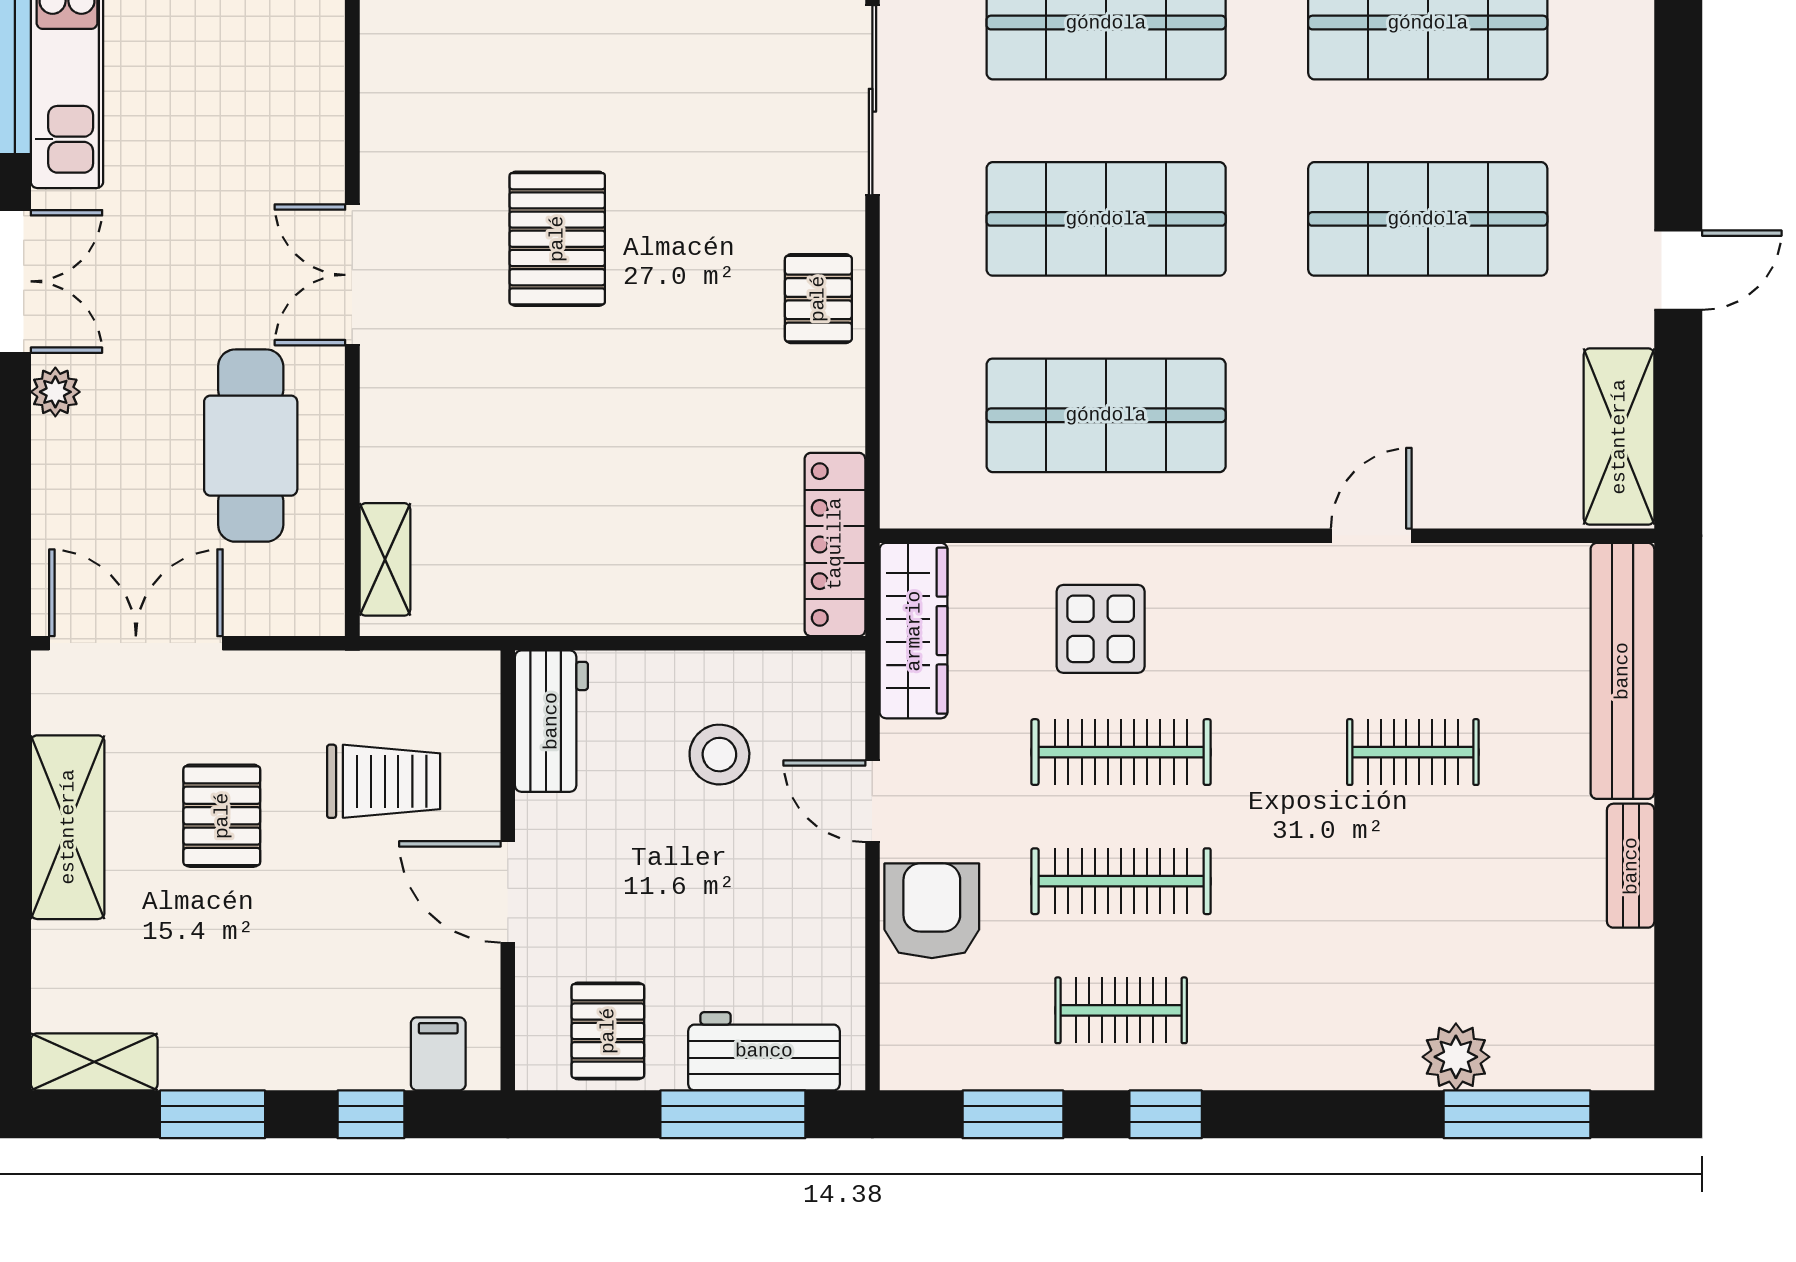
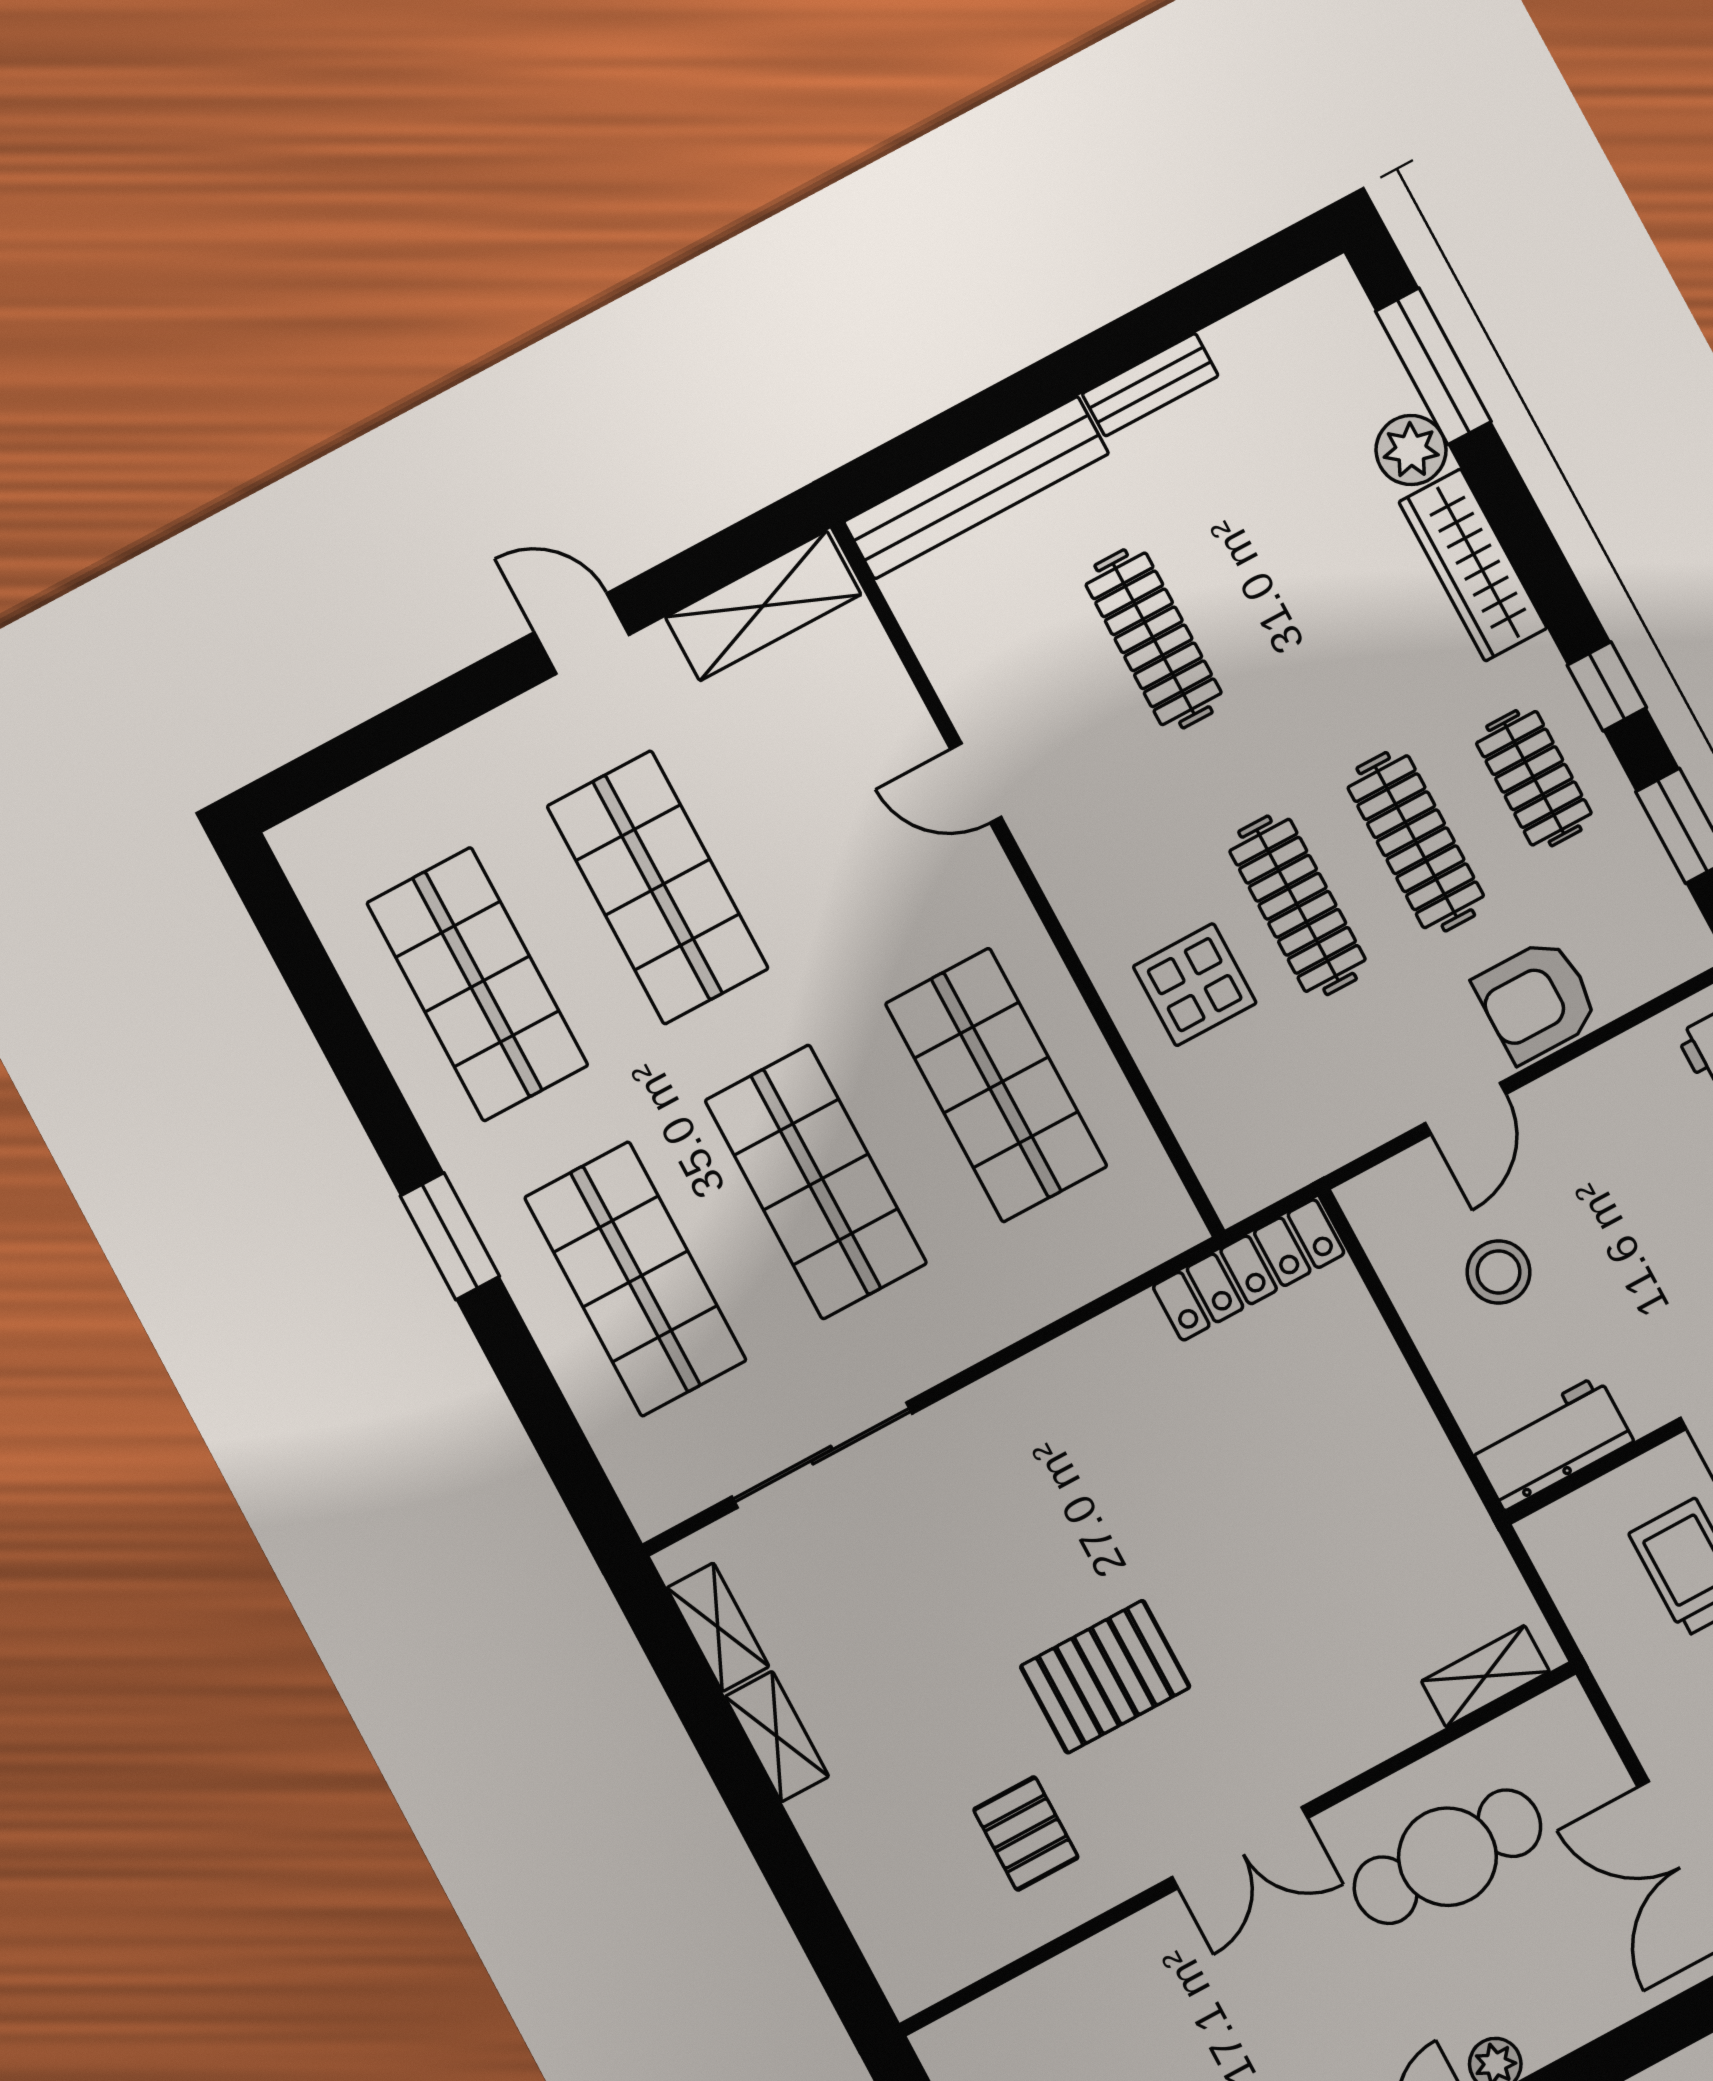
pallet: (818, 299) -> (1026, 1833), moved, turned 90
wardrobe: (914, 631) -> (1473, 565), moved, turned -90
clothes rail: (1413, 752) -> (1154, 639), width x1.36

